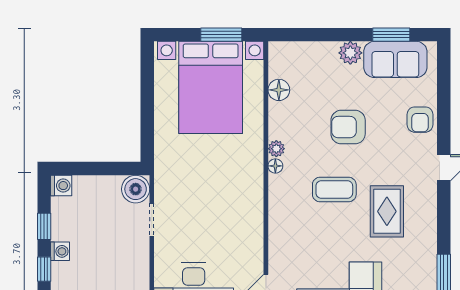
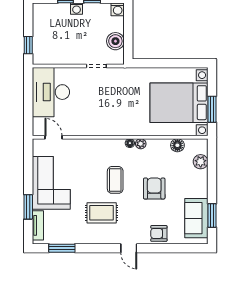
plant: (350, 53) -> (201, 162), moved
boiler: (136, 189) -> (115, 41), moved

